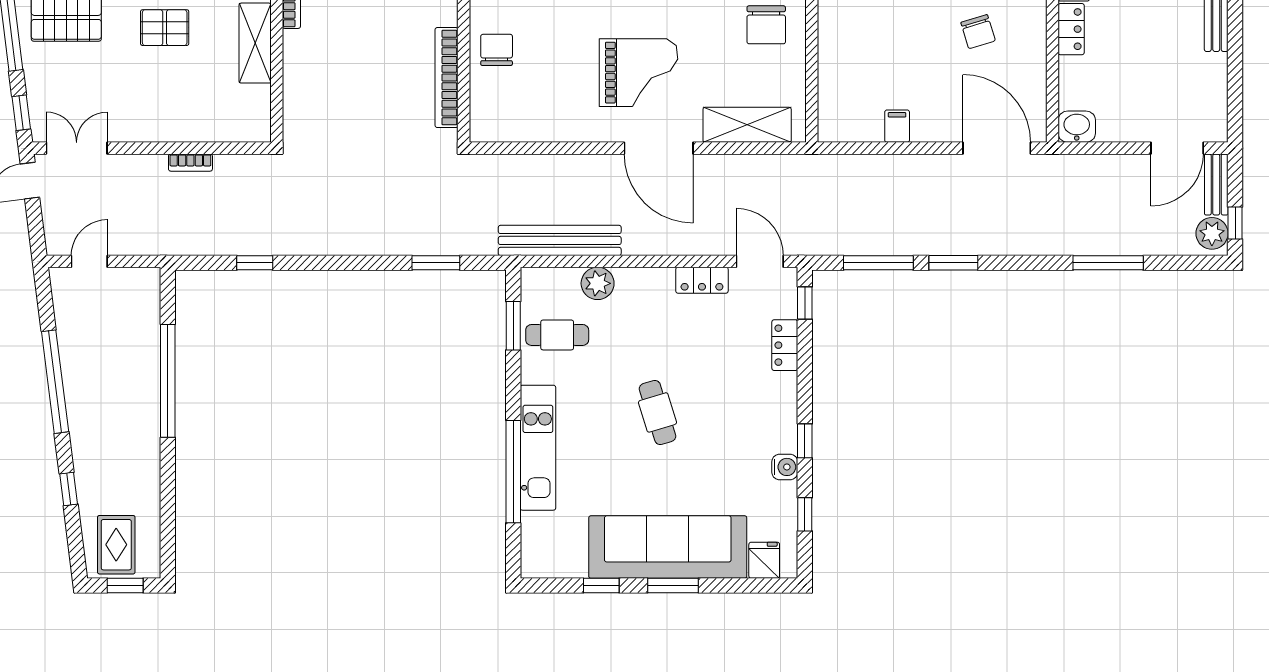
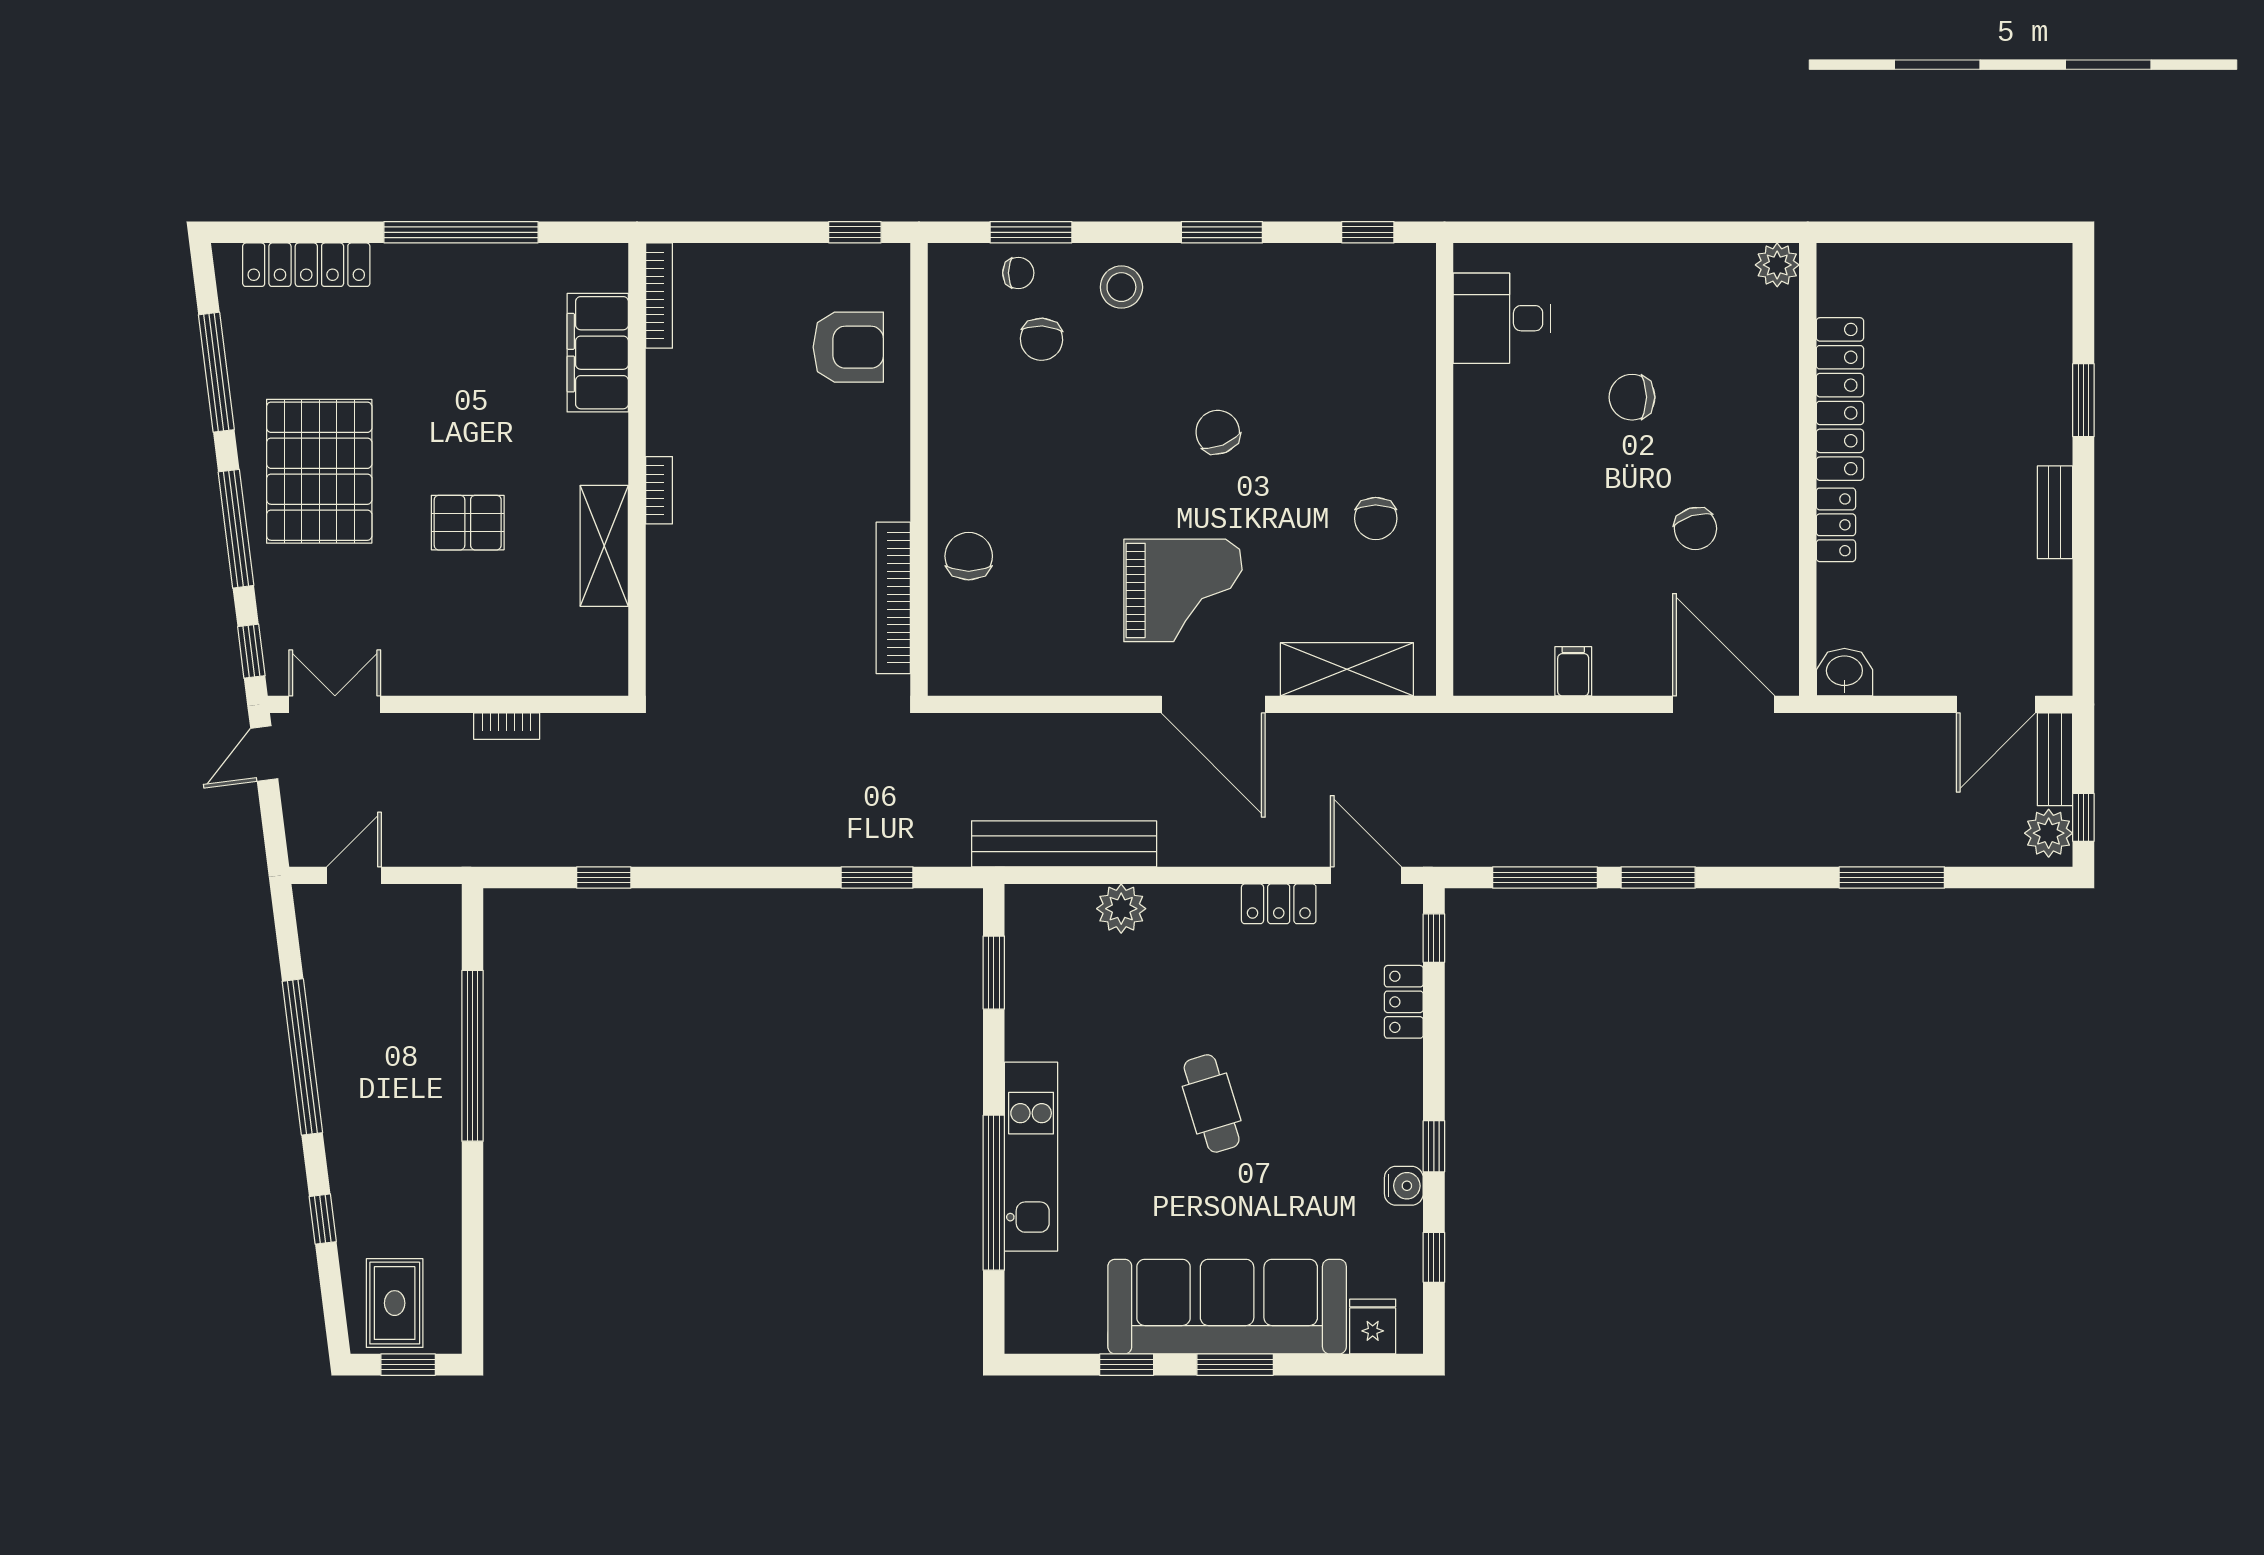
chair: (766, 25) -> (1376, 518), width x0.73, depth x0.73
cafe table: (557, 335) -> (1060, 987), removed

